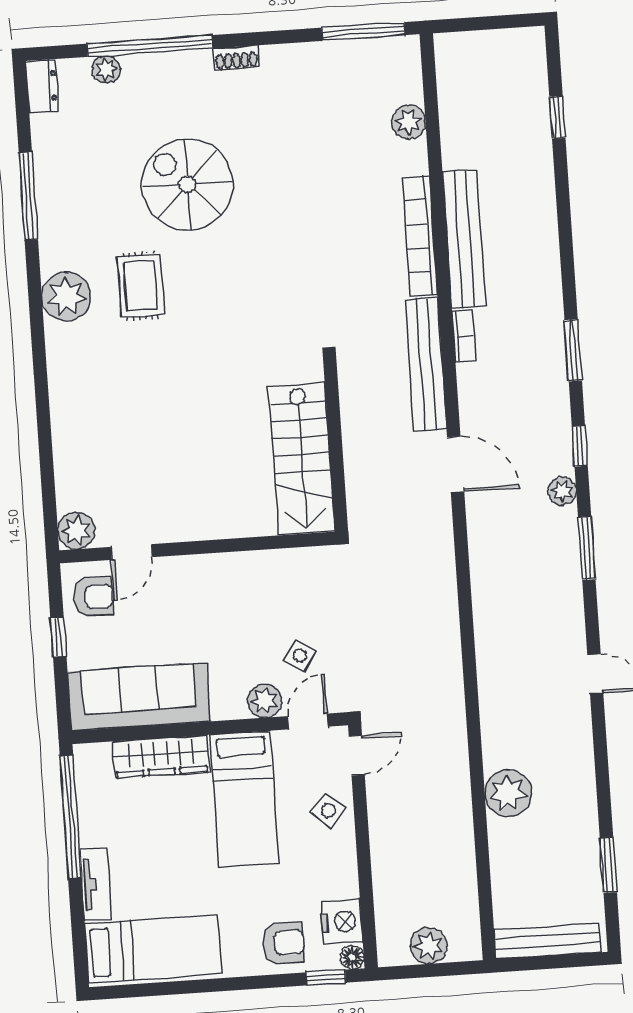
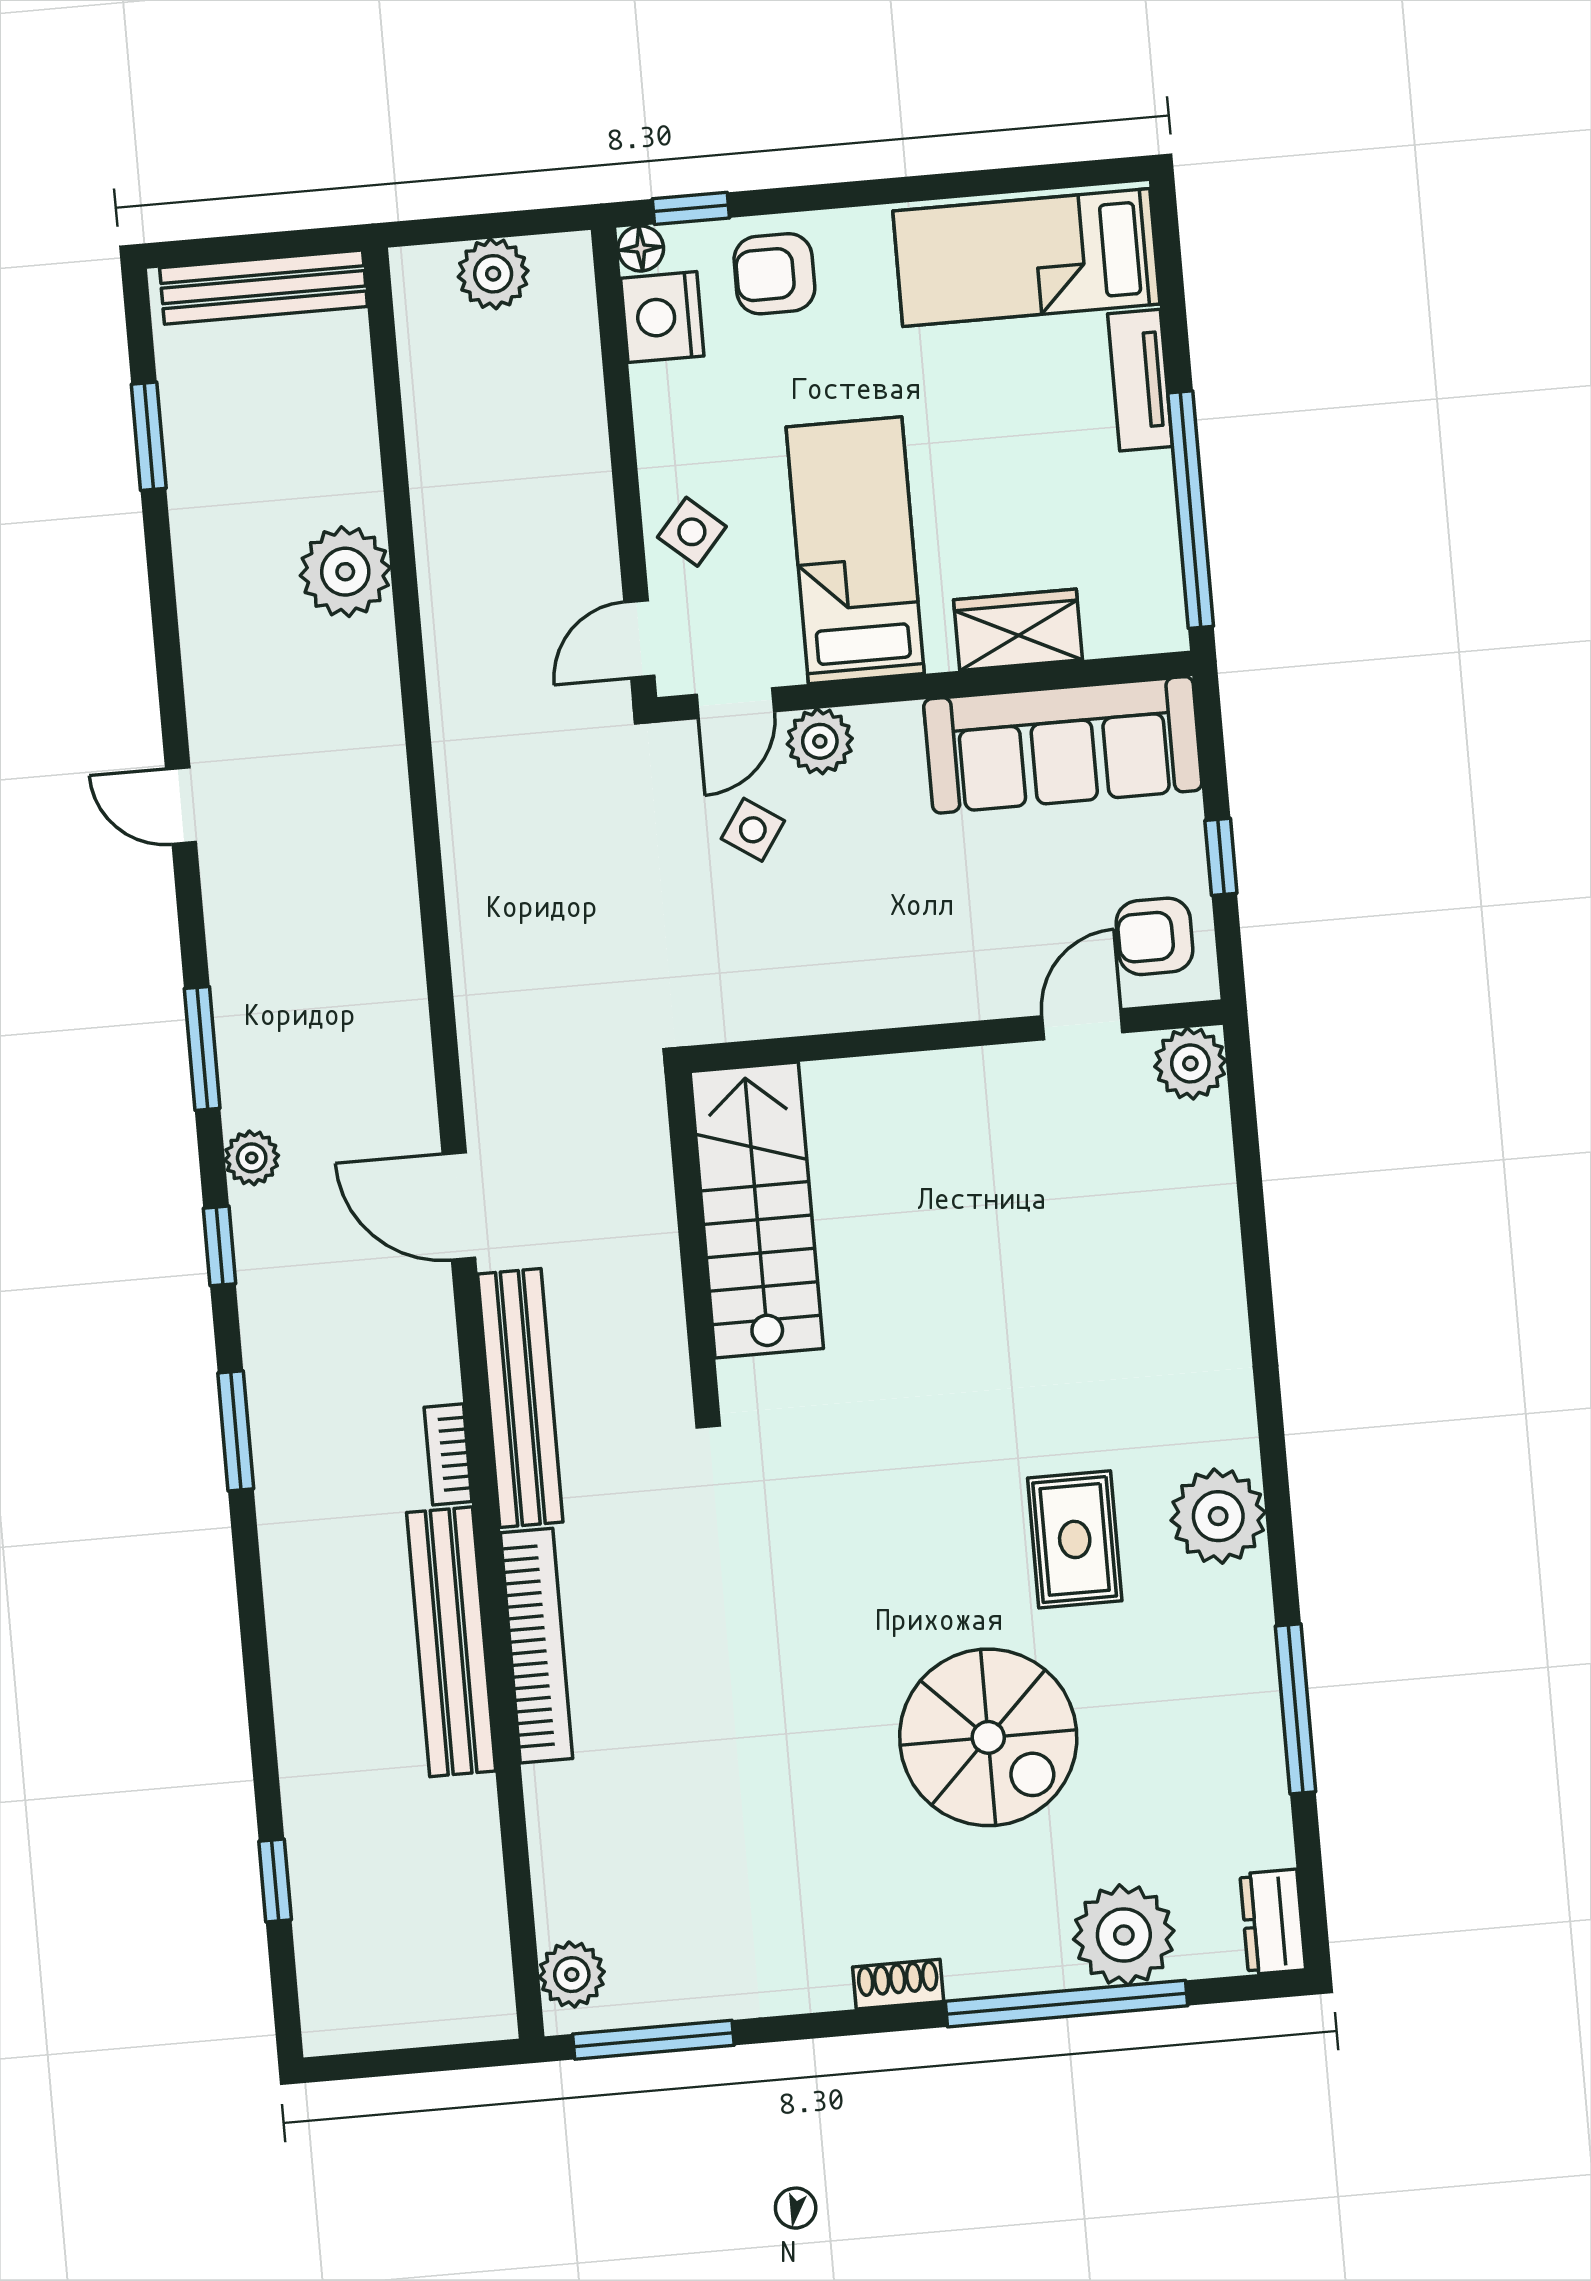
plant: (106, 70) -> (1124, 1935), width x1.88, depth x1.88
plant: (409, 122) -> (572, 1975), moved
wardrobe: (161, 757) -> (1018, 630), width x0.67

